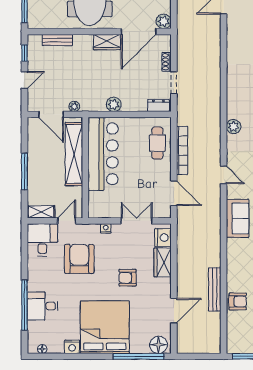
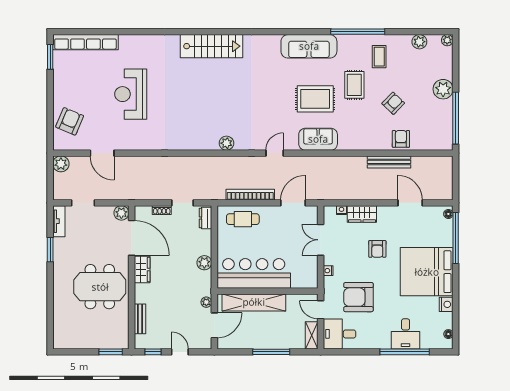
nightstand: (163, 238) -> (342, 210), width x0.53, depth x0.56
floor lamp: (158, 345) -> (448, 214), width x0.53, depth x0.53

